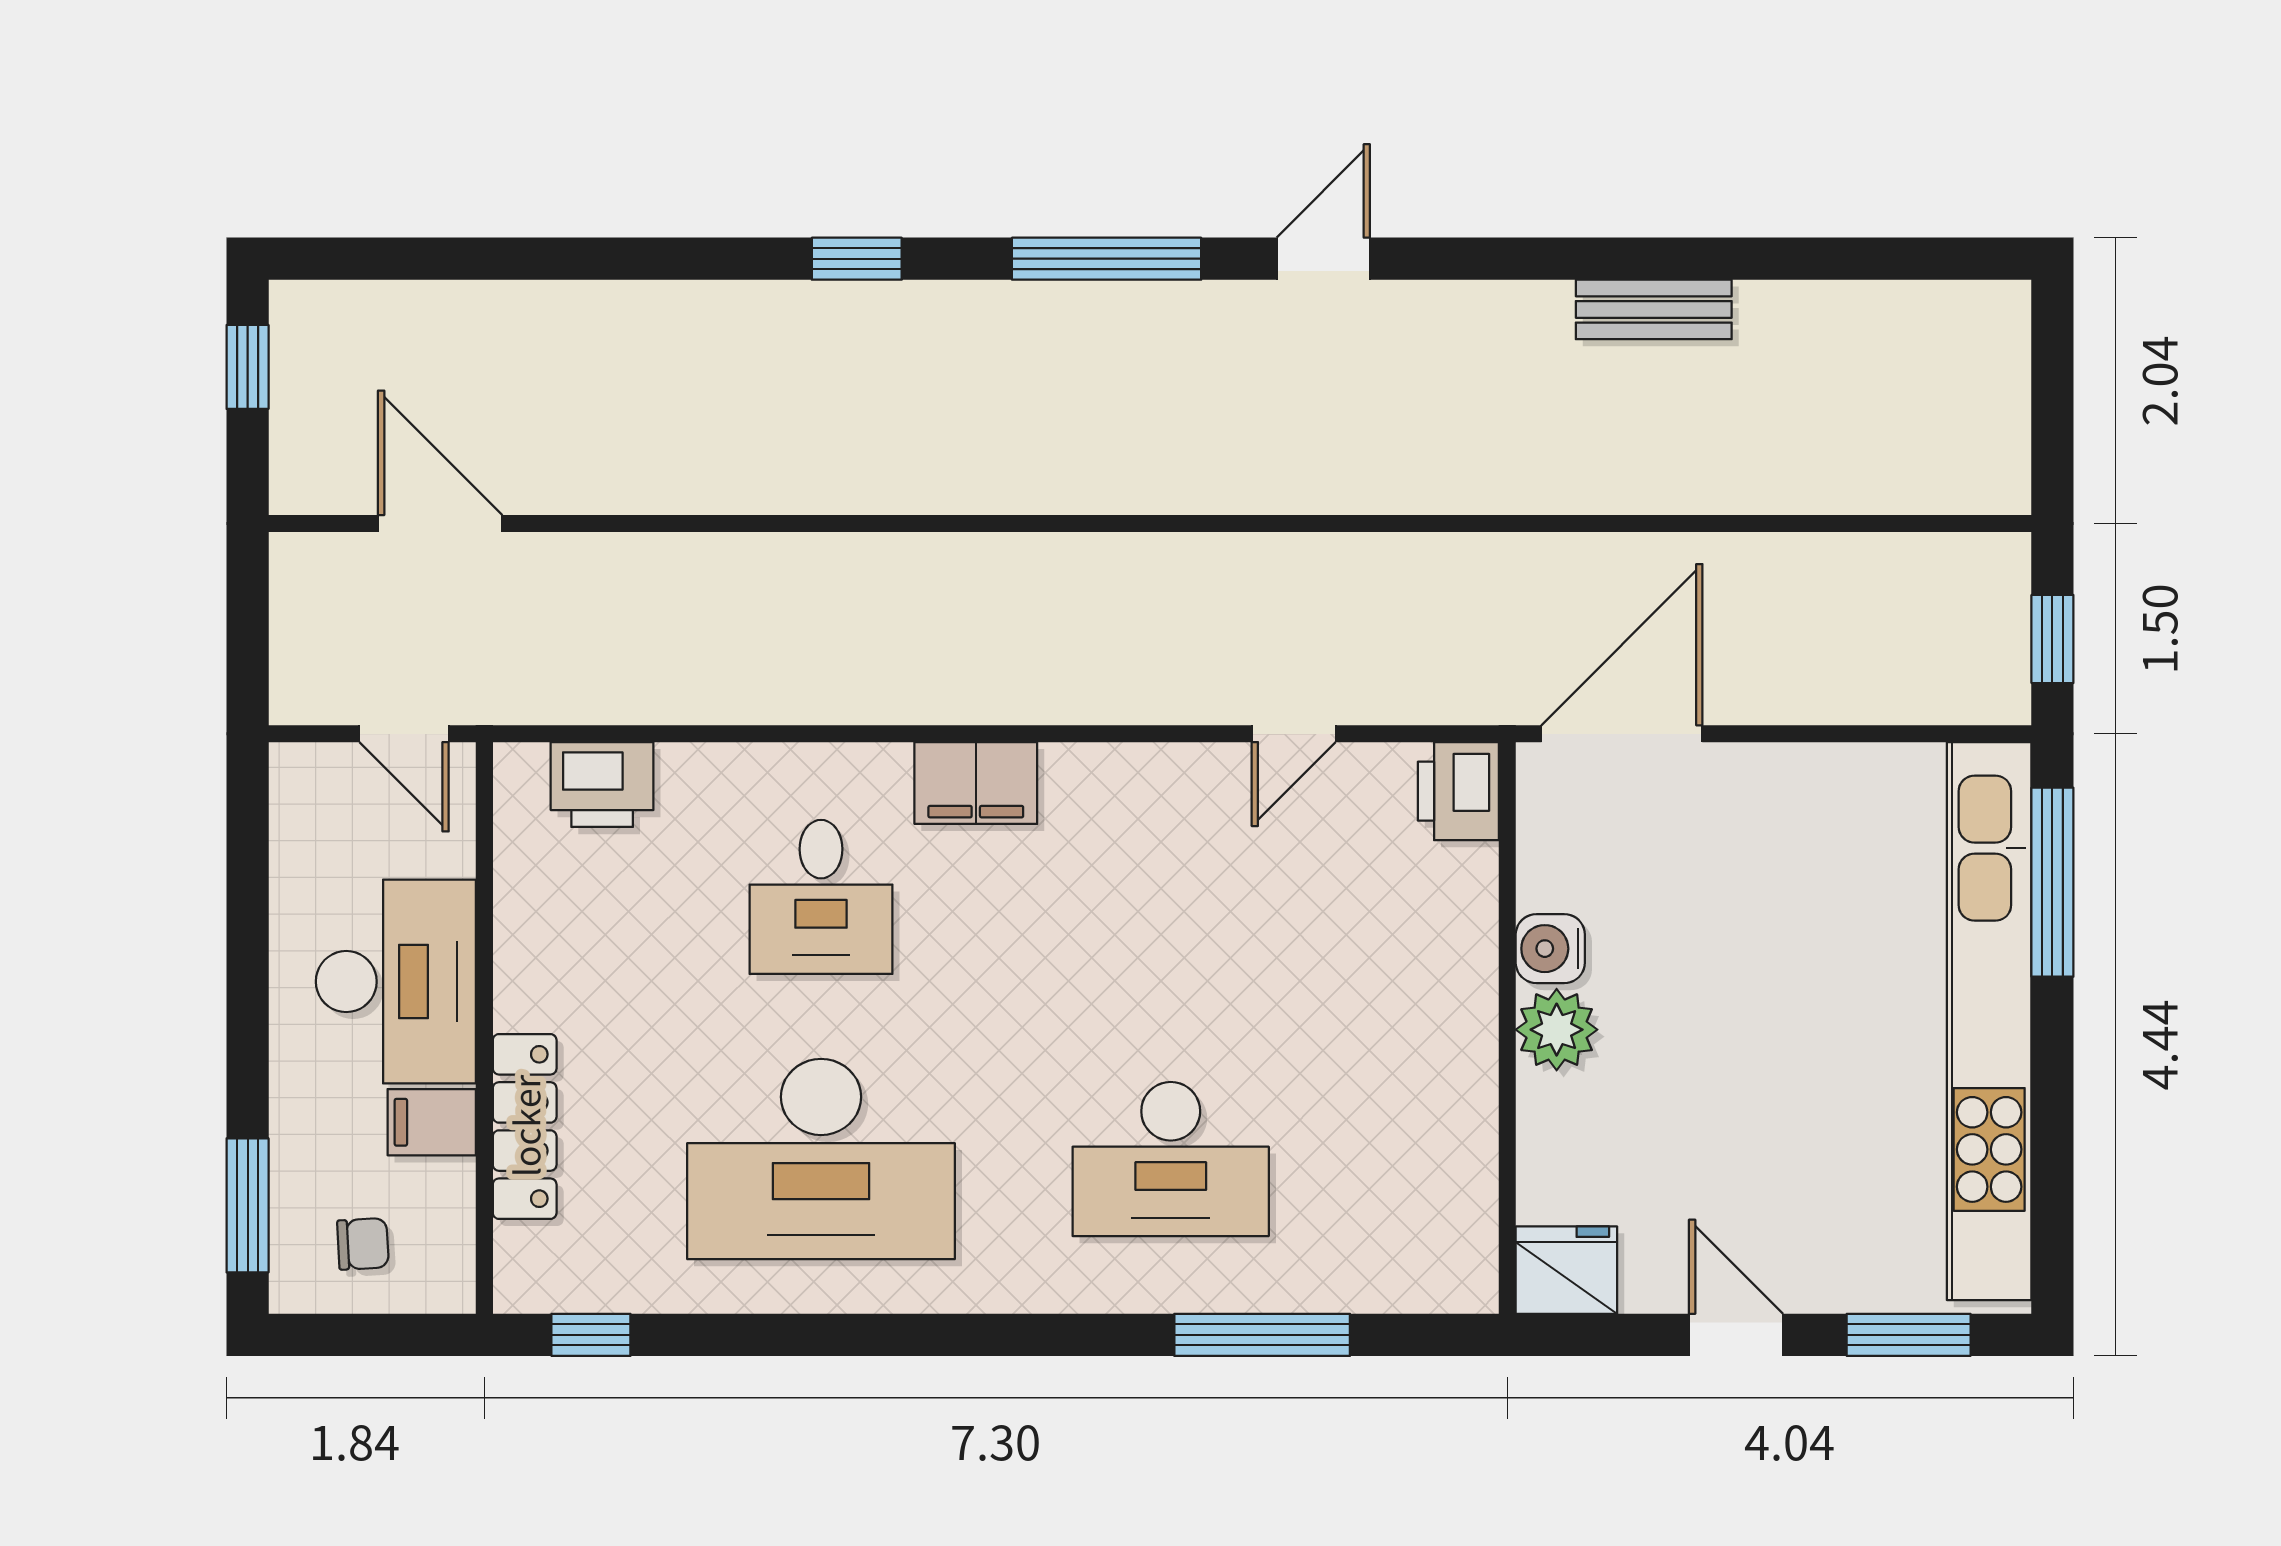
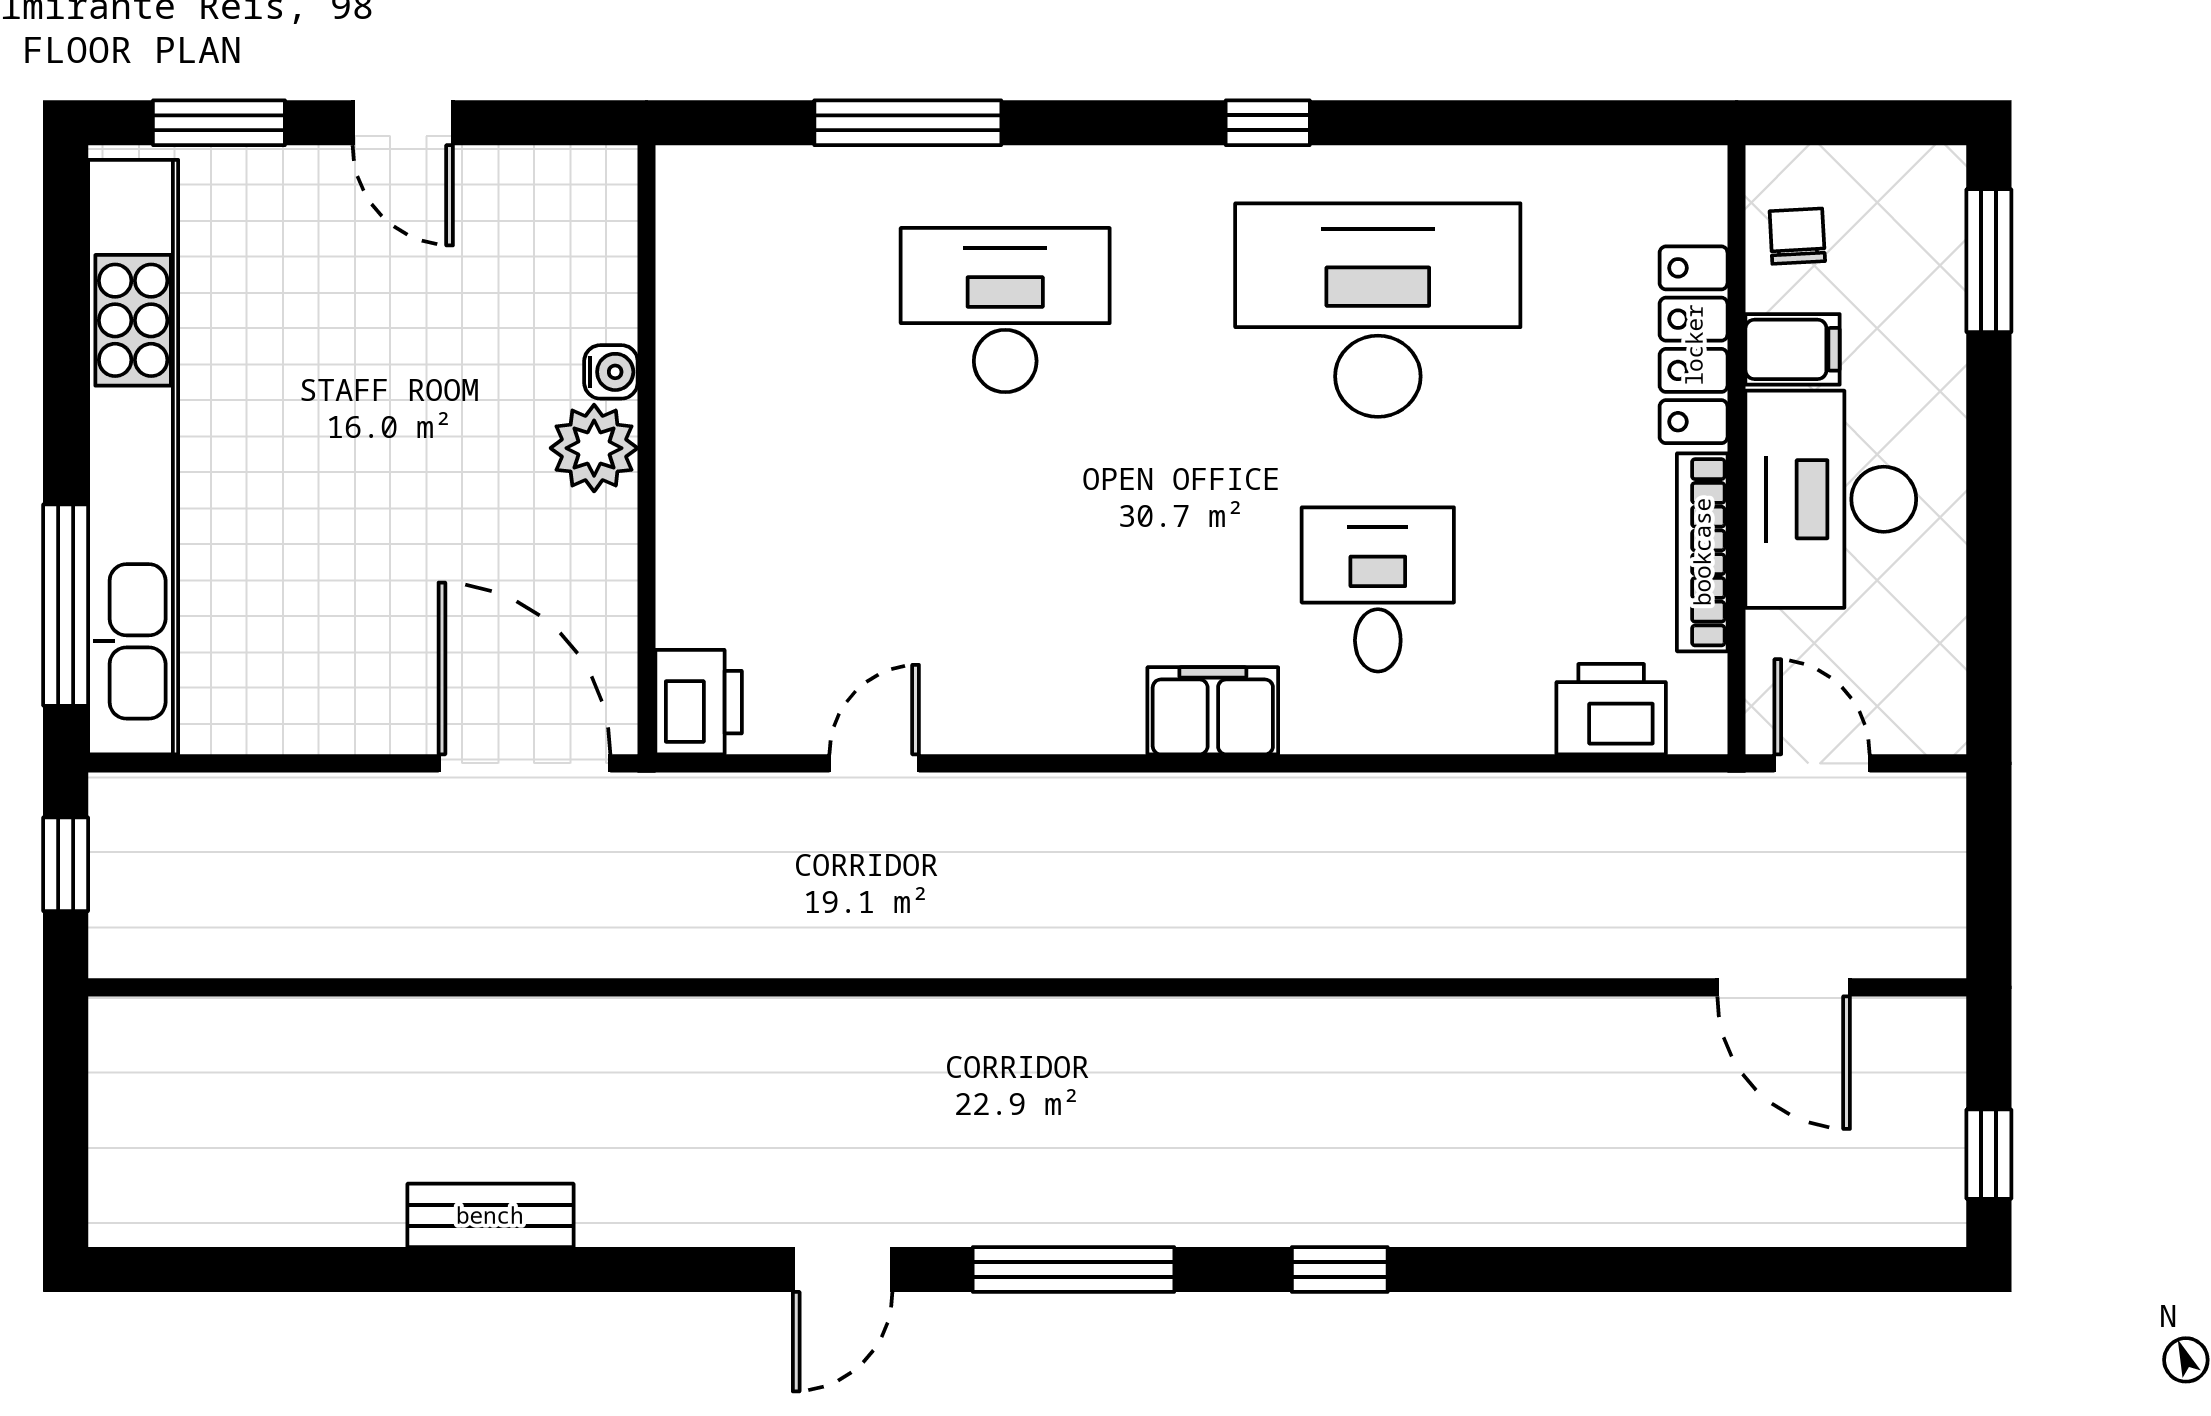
door: (1622, 734) -> (524, 763), swing flipped
bookcase: (517, 932) -> (1702, 552), added
water cooler: (1550, 949) -> (611, 372), moved, width x0.72, depth x0.72
chair: (363, 1244) -> (1797, 236), moved, turned 90
fridge: (1566, 1270) -> (583, 192), removed
window: (591, 1335) -> (1268, 123), moved

